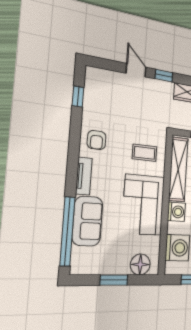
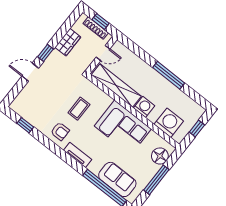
coffee table: (145, 153) -> (79, 109), moved
sofa: (87, 221) -> (117, 179), moved
window: (114, 280) -> (156, 180), width x1.44

